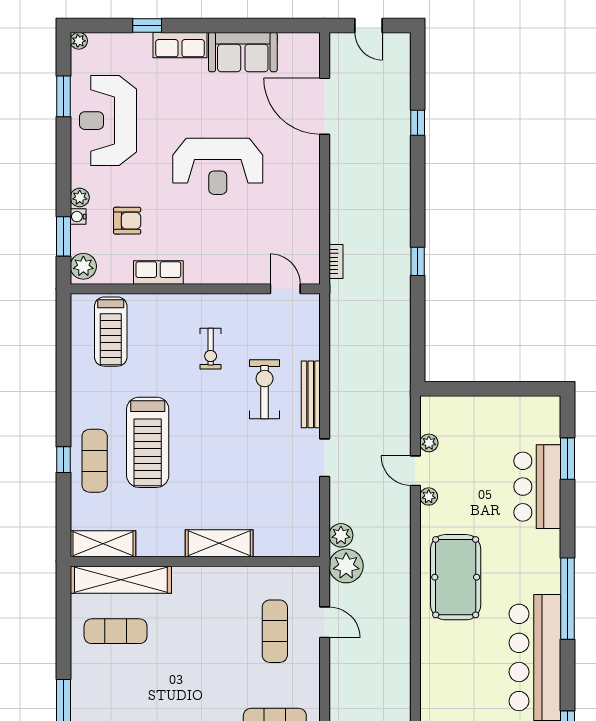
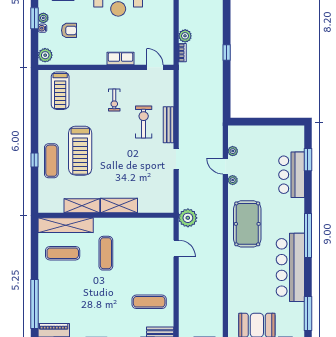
window: (63, 236) -> (34, 18), moved
row of seats: (158, 272) -> (120, 59), moved
plant: (341, 535) -> (185, 36), moved
shelving: (103, 544) -> (82, 206), moved
exercise mat: (275, 631) -> (106, 253), moved

